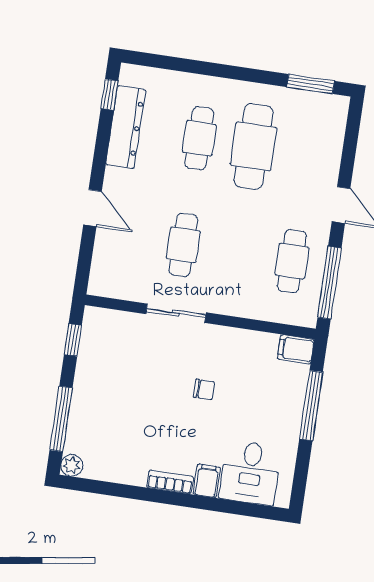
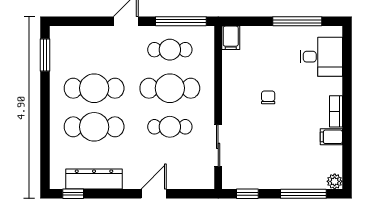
cafe table: (199, 138) -> (94, 127), width x1.37, depth x1.35
cafe table: (238, 253) -> (170, 88), added
sliding door: (176, 313) -> (218, 146), moved
window: (311, 406) -> (297, 21), moved
filing cabinet: (207, 481) -> (331, 137), moved

